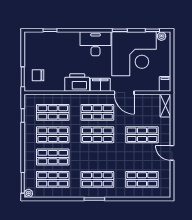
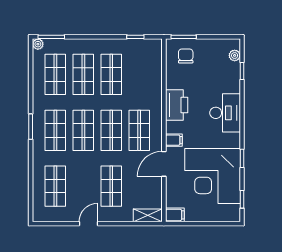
plant: (161, 36) -> (235, 55), moved
desk: (95, 44) -> (225, 113), moved
filing cabinet: (100, 85) -> (174, 140), width x0.50
shop shelf: (53, 112) -> (83, 130), moved

